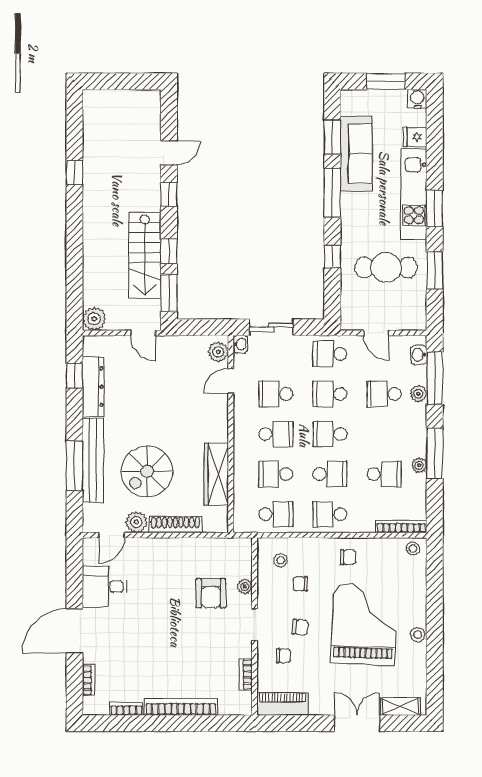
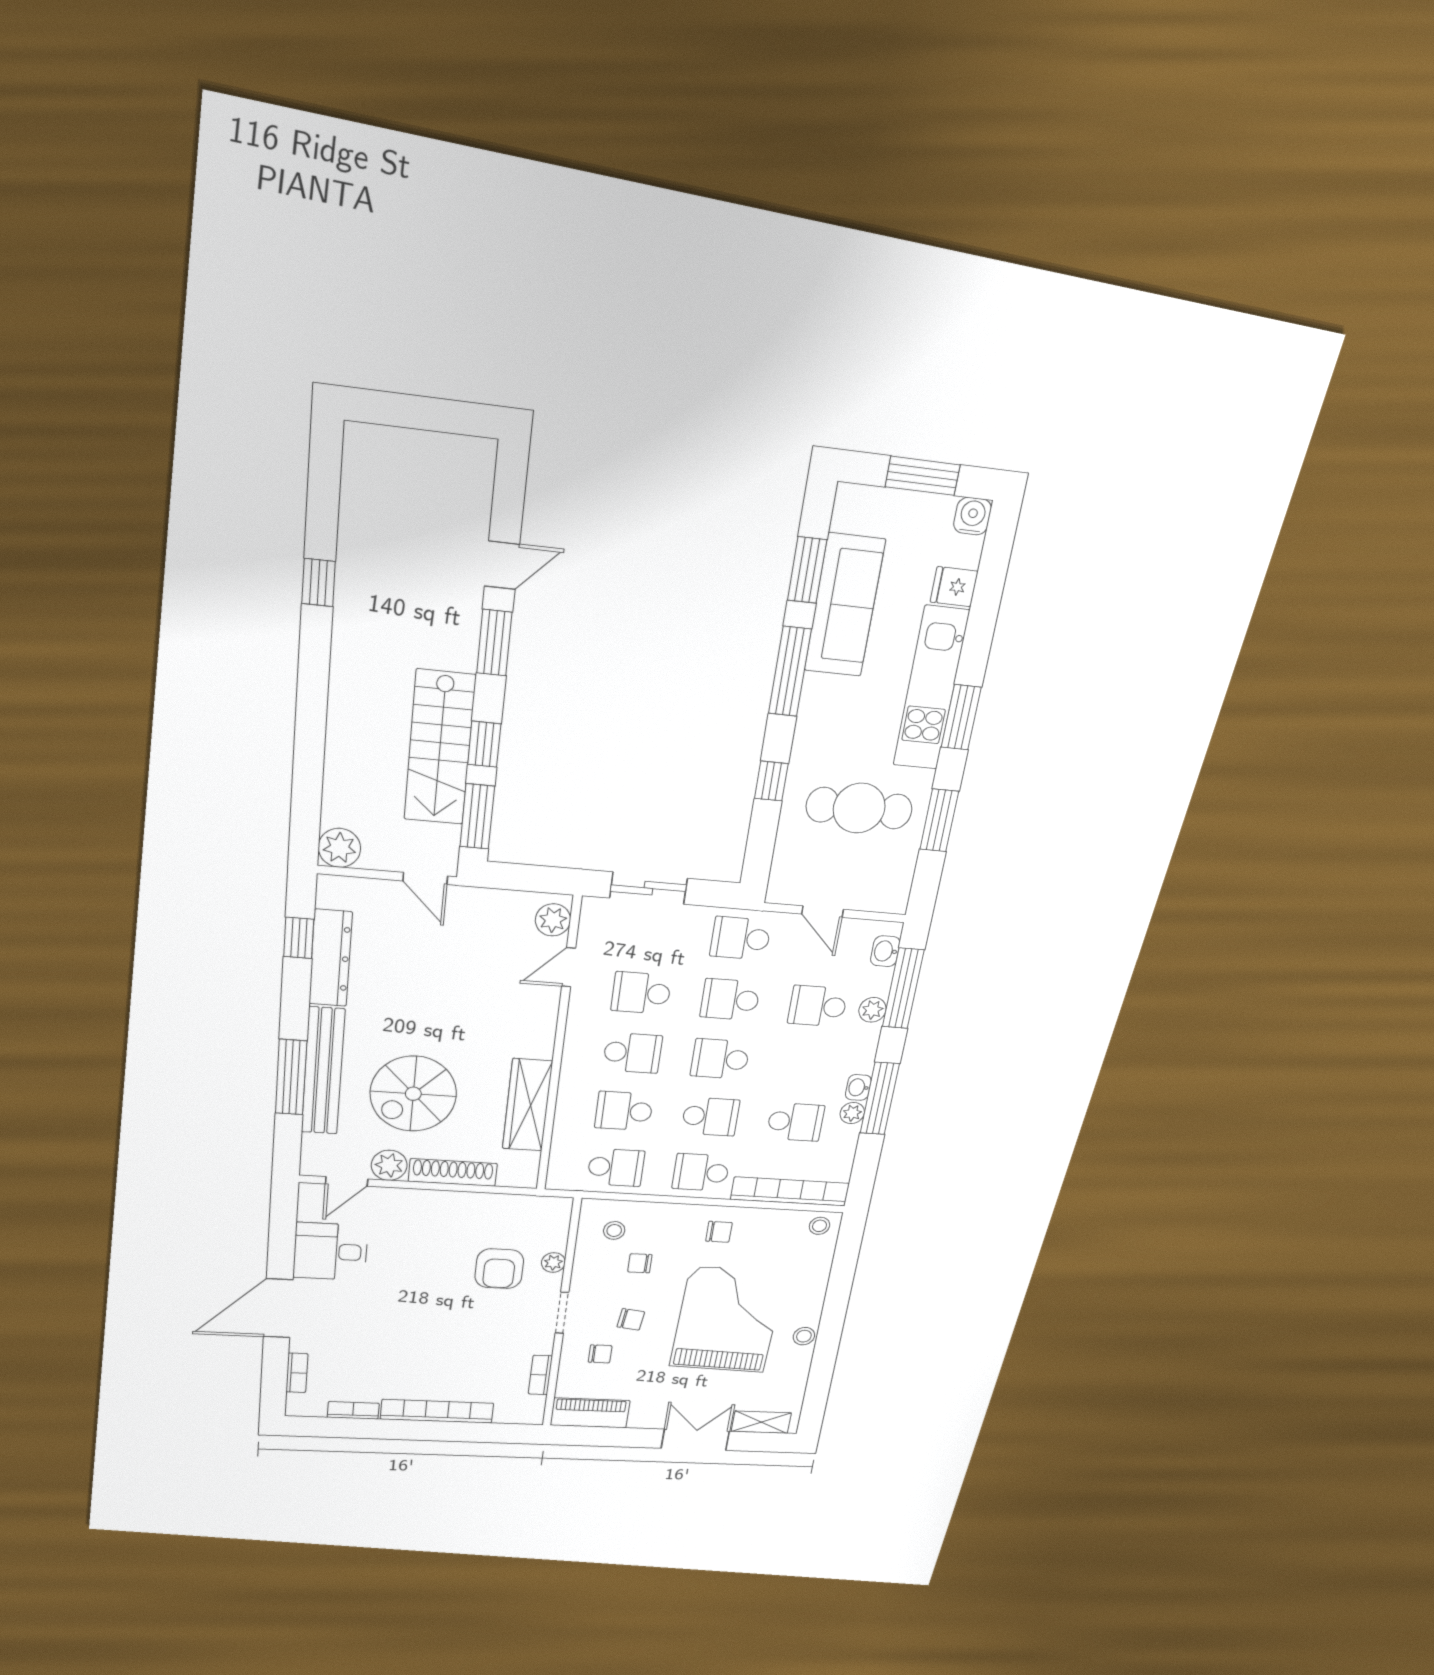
window: (169, 194) -> (494, 643), width x1.50
washbasin: (240, 344) -> (858, 1087), moved, turned 180
bookcase: (401, 526) -> (790, 1191), width x1.48, depth x1.31

